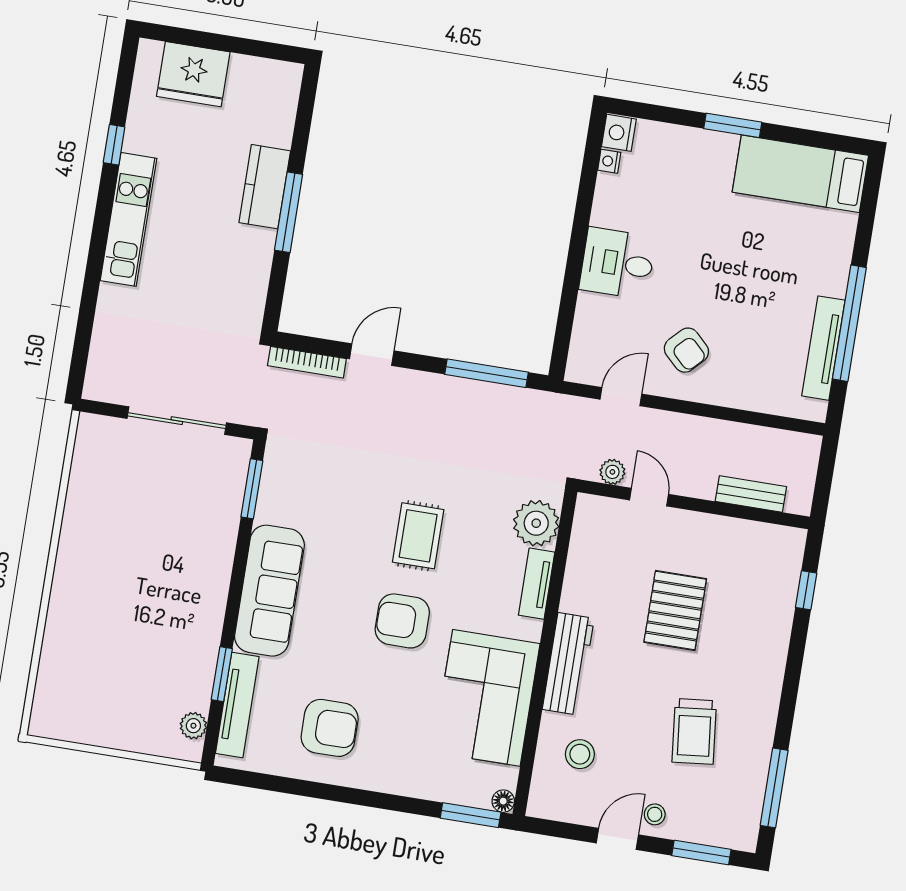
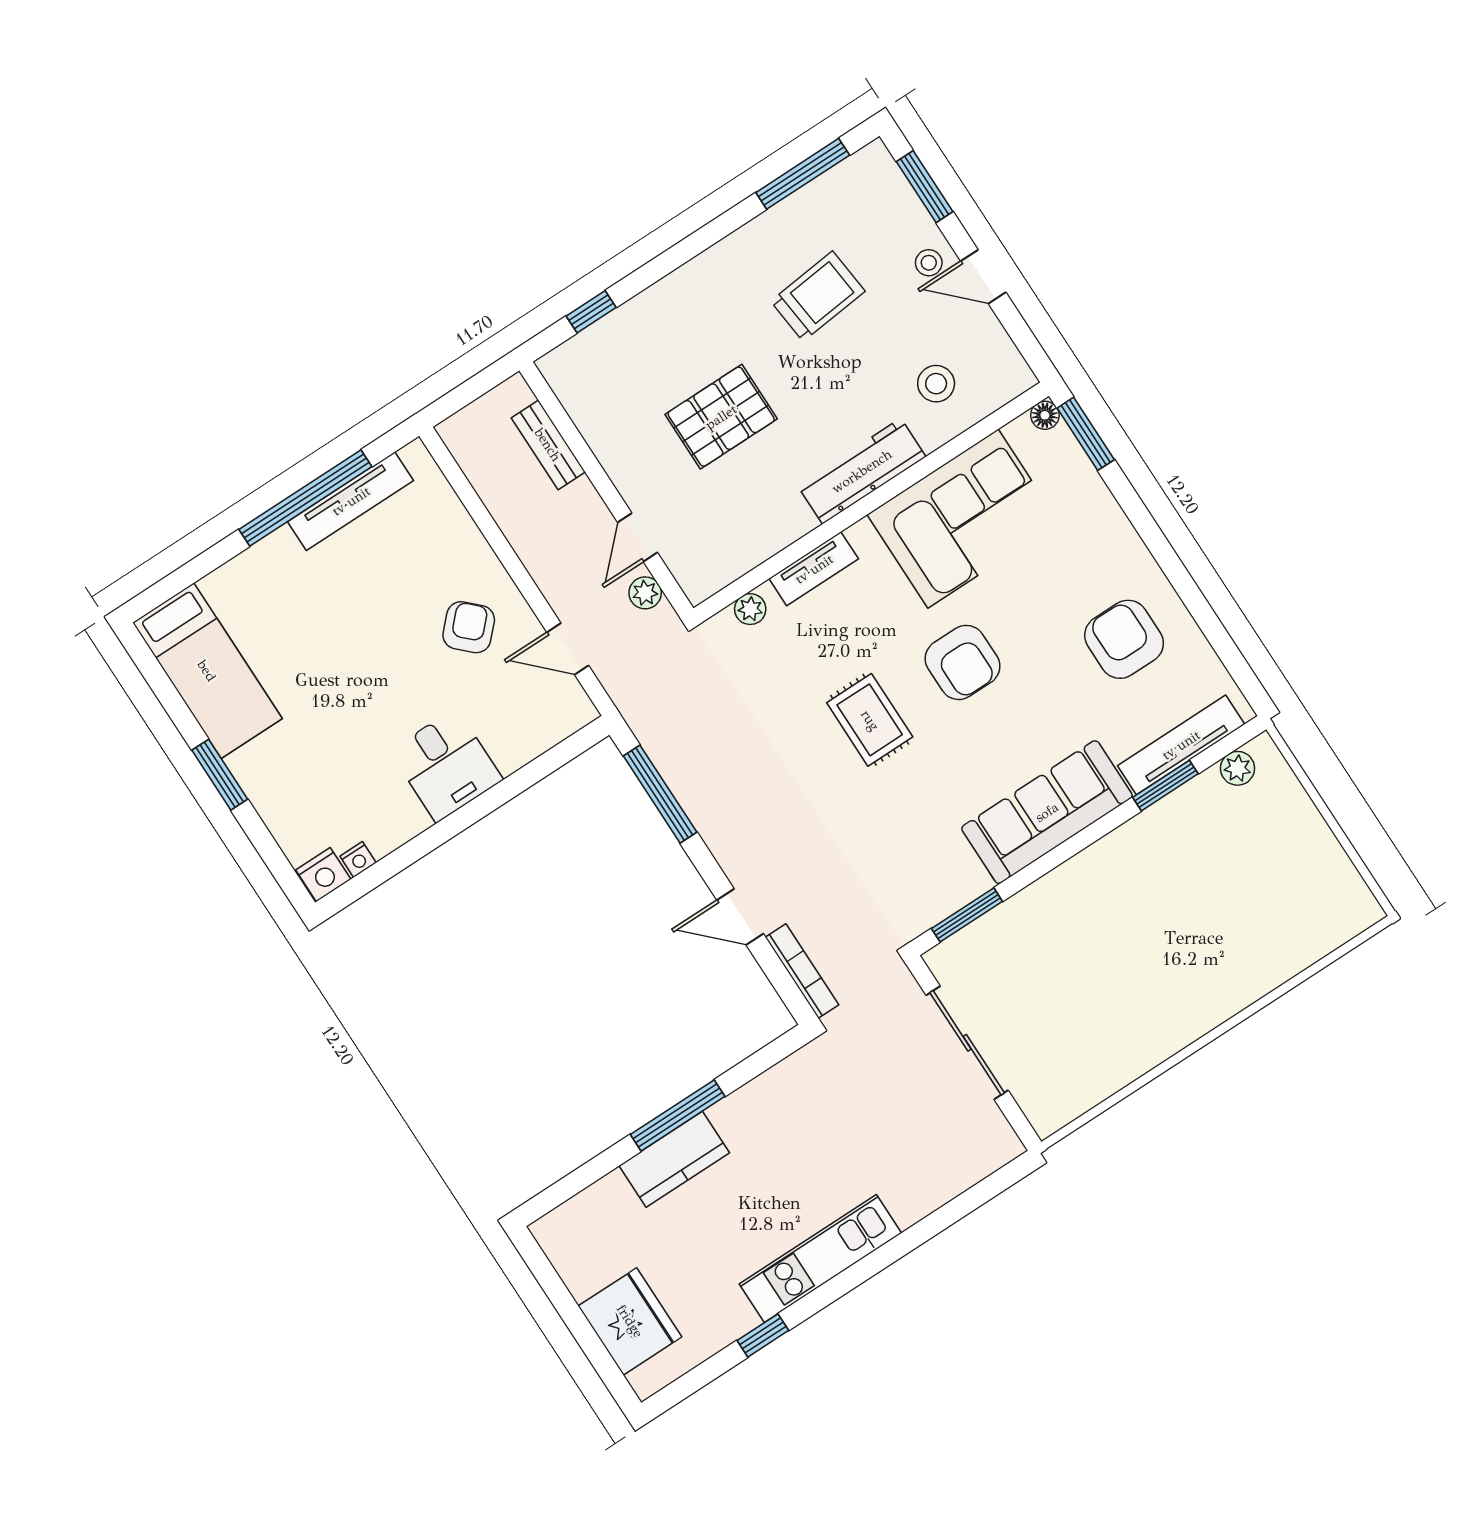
plant: (536, 523) -> (750, 609), width x0.53, depth x0.53
rug: (418, 536) -> (870, 720), turned 90

